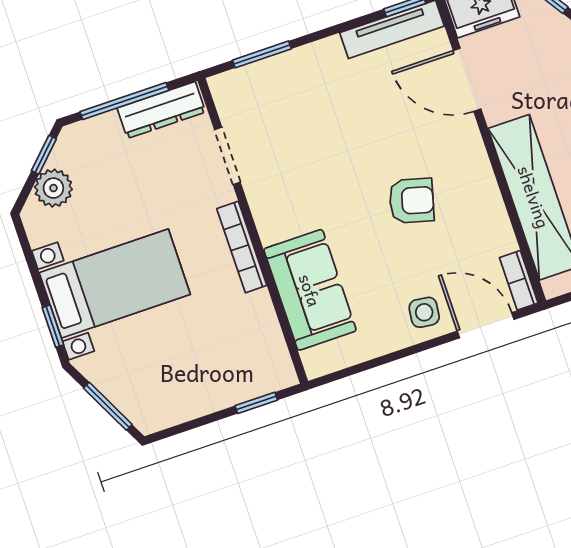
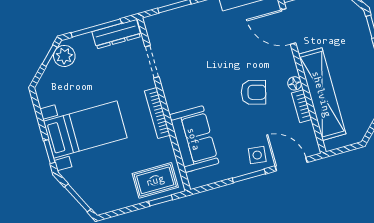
floor lamp: (484, 181) -> (295, 83), added
plant: (53, 188) -> (64, 56), moved
bookcase: (519, 280) -> (302, 106), moved
window: (411, 350) -> (249, 176), added
rug: (245, 367) -> (155, 180), added

